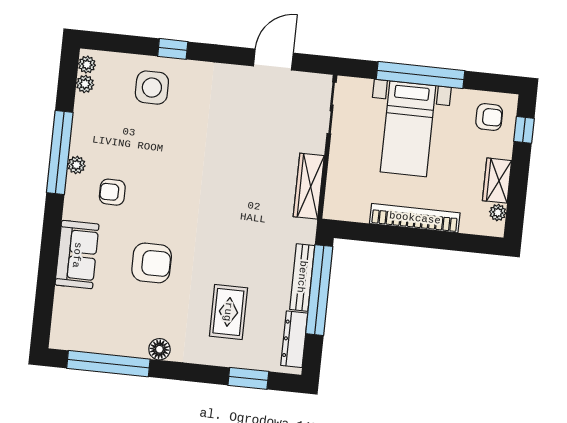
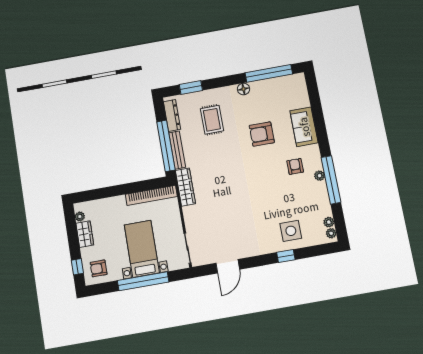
wardrobe: (309, 186) -> (185, 187), moved
armchair: (112, 192) -> (295, 166), turned -90
bookcase: (415, 218) -> (151, 195), moved

